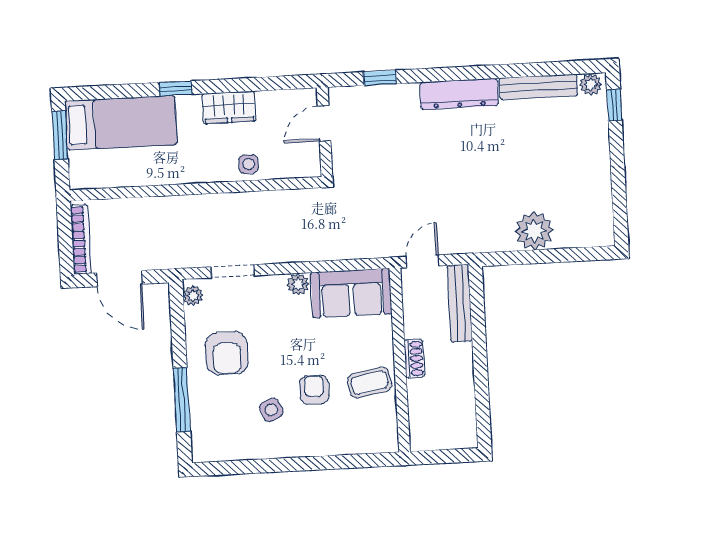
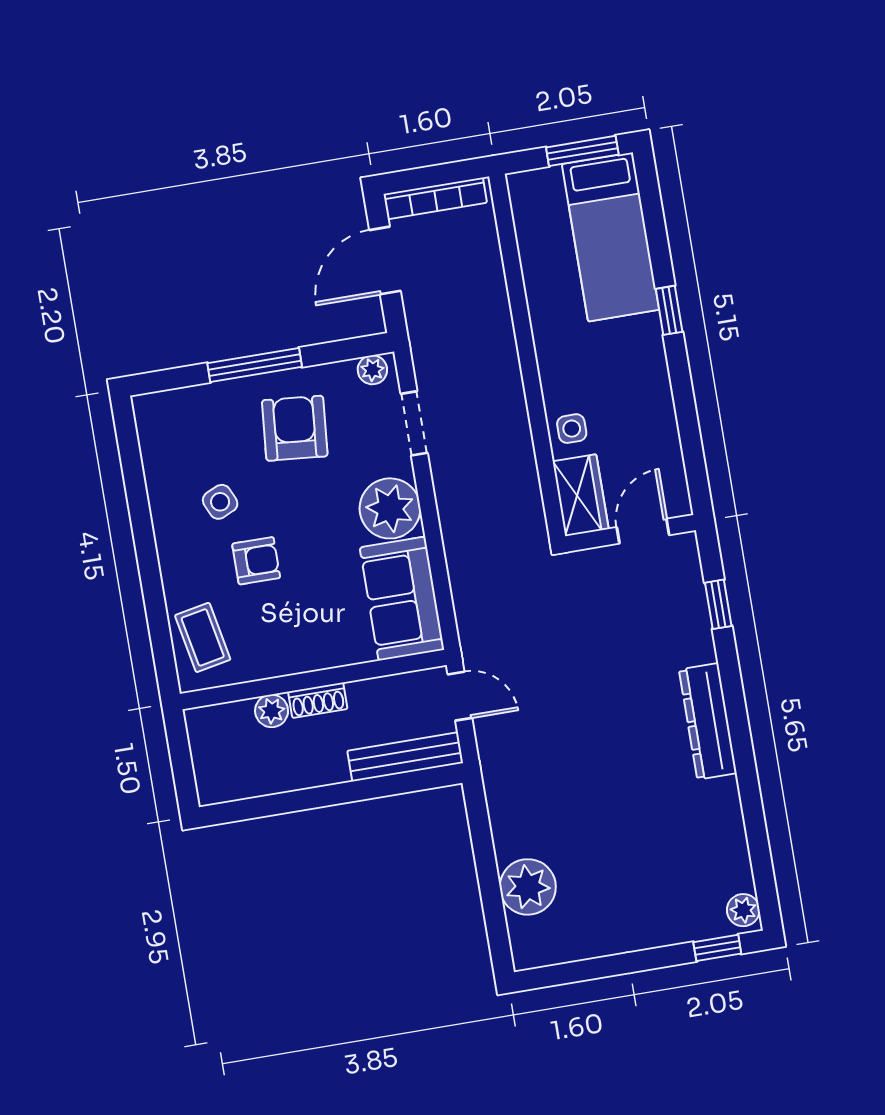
bench: (538, 87) -> (731, 835), removed
wardrobe: (229, 107) -> (581, 495), moved, turned 180
door: (324, 123) -> (643, 531), hinge flipped
plant: (534, 231) -> (528, 887), moved
plant: (298, 284) -> (390, 508), width x1.88, depth x1.88
armchair: (227, 353) -> (295, 428), turned 95
coffee table: (370, 383) -> (203, 637), moved
plant: (418, 391) -> (272, 711), added
window: (182, 400) -> (255, 365), moved

